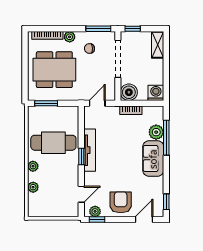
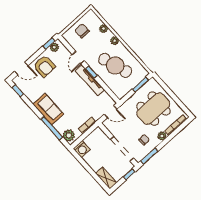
boiler: (129, 92) -> (98, 135), removed
door: (97, 103) -> (111, 112), hinge flipped
plant: (156, 132) -> (69, 135), moved
cafe table: (53, 143) -> (115, 65), turned 72
door: (81, 194) -> (78, 58), moved
chair: (55, 203) -> (82, 31), added
door: (144, 220) -> (21, 69), hinge flipped

